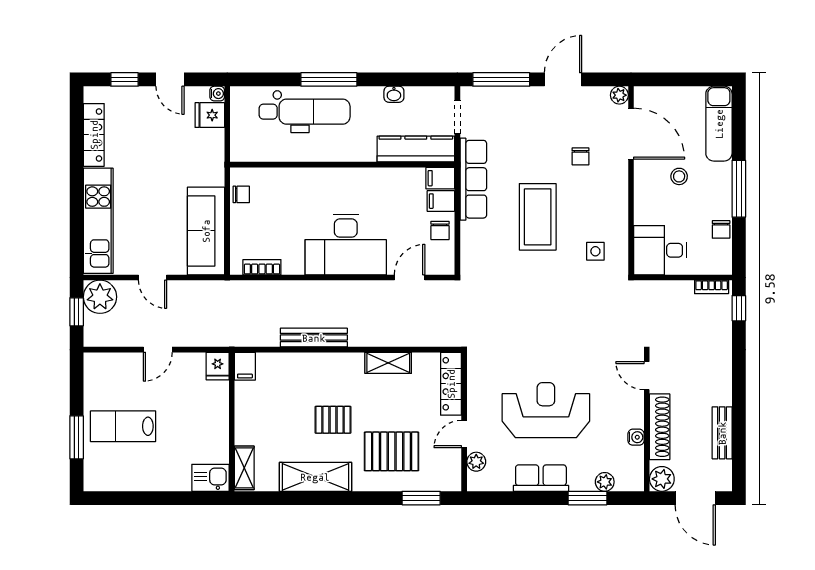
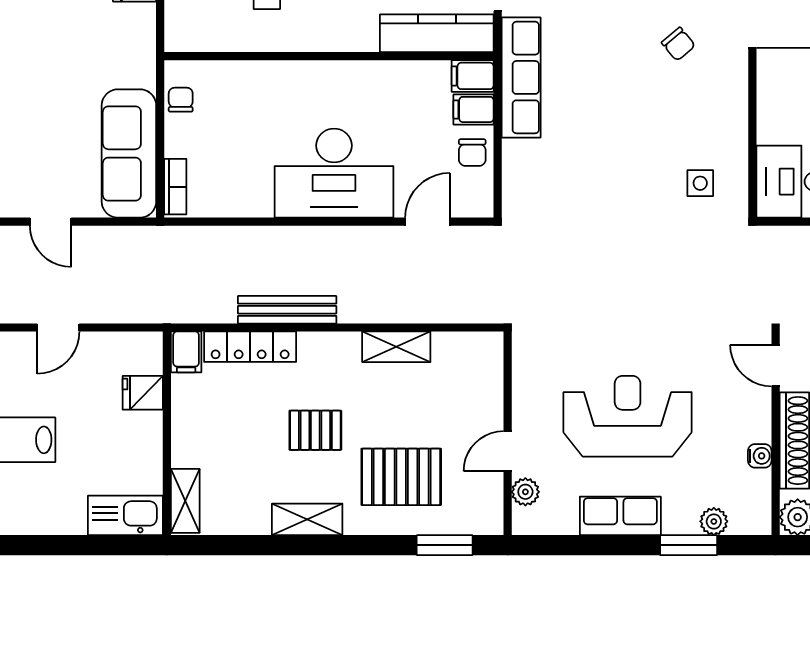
chair: (581, 156) -> (678, 44), turned -40
chair: (241, 194) -> (181, 100), turned -90
coffee table: (538, 217) -> (616, 133), removed
bookcase: (262, 267) -> (175, 187), moved, turned 90
fridge: (218, 366) -> (143, 393), moved, turned 90
locker: (451, 384) -> (250, 347), moved, turned -90
shelving: (315, 477) -> (307, 519), width x0.67, depth x0.75
kitchen sink: (210, 478) -> (125, 515), width x1.38

